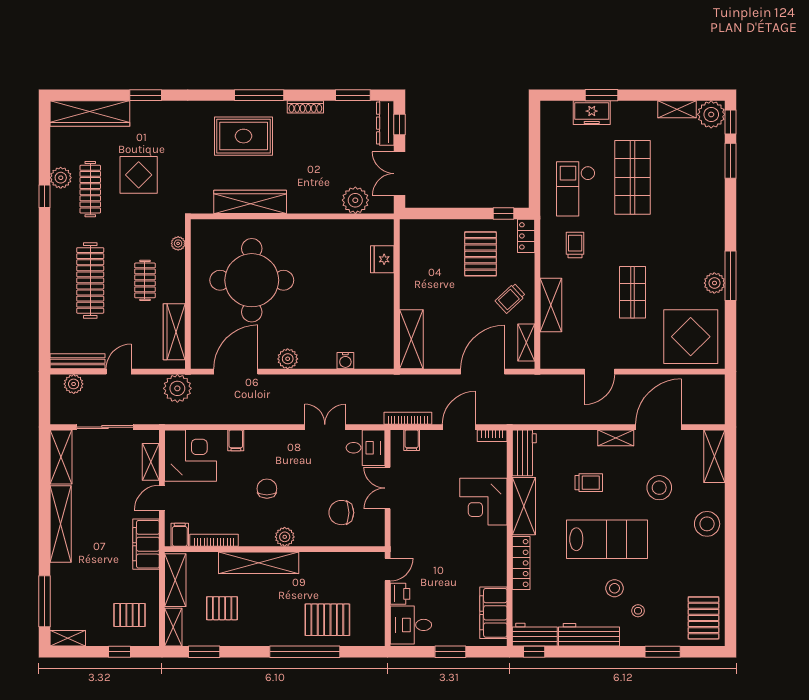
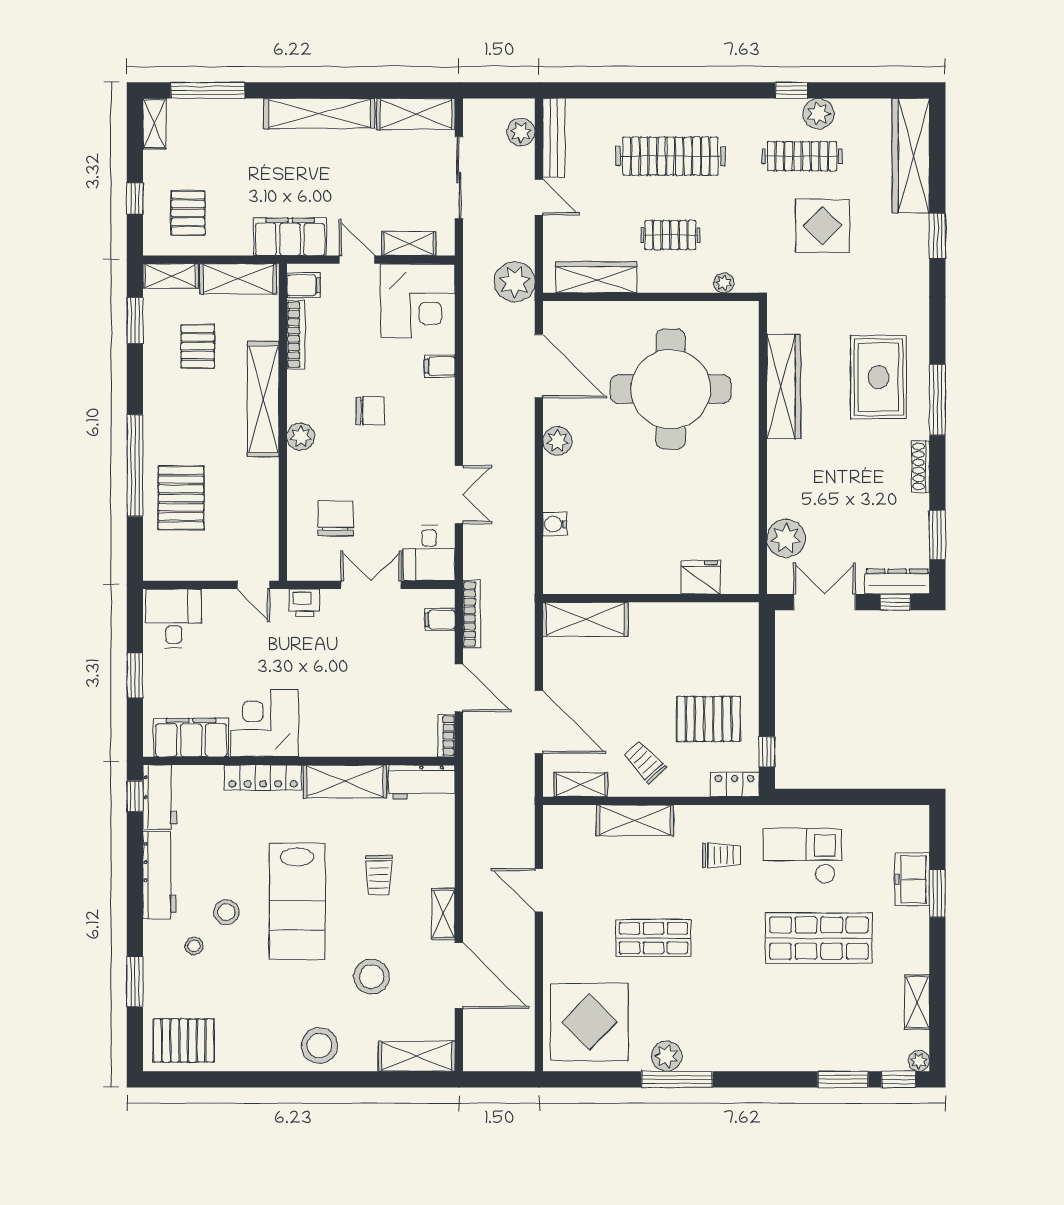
plant: (711, 114) -> (919, 1061), width x0.53, depth x0.53
corner desk: (483, 502) -> (264, 723), moved
printer: (400, 594) -> (304, 603), moved

